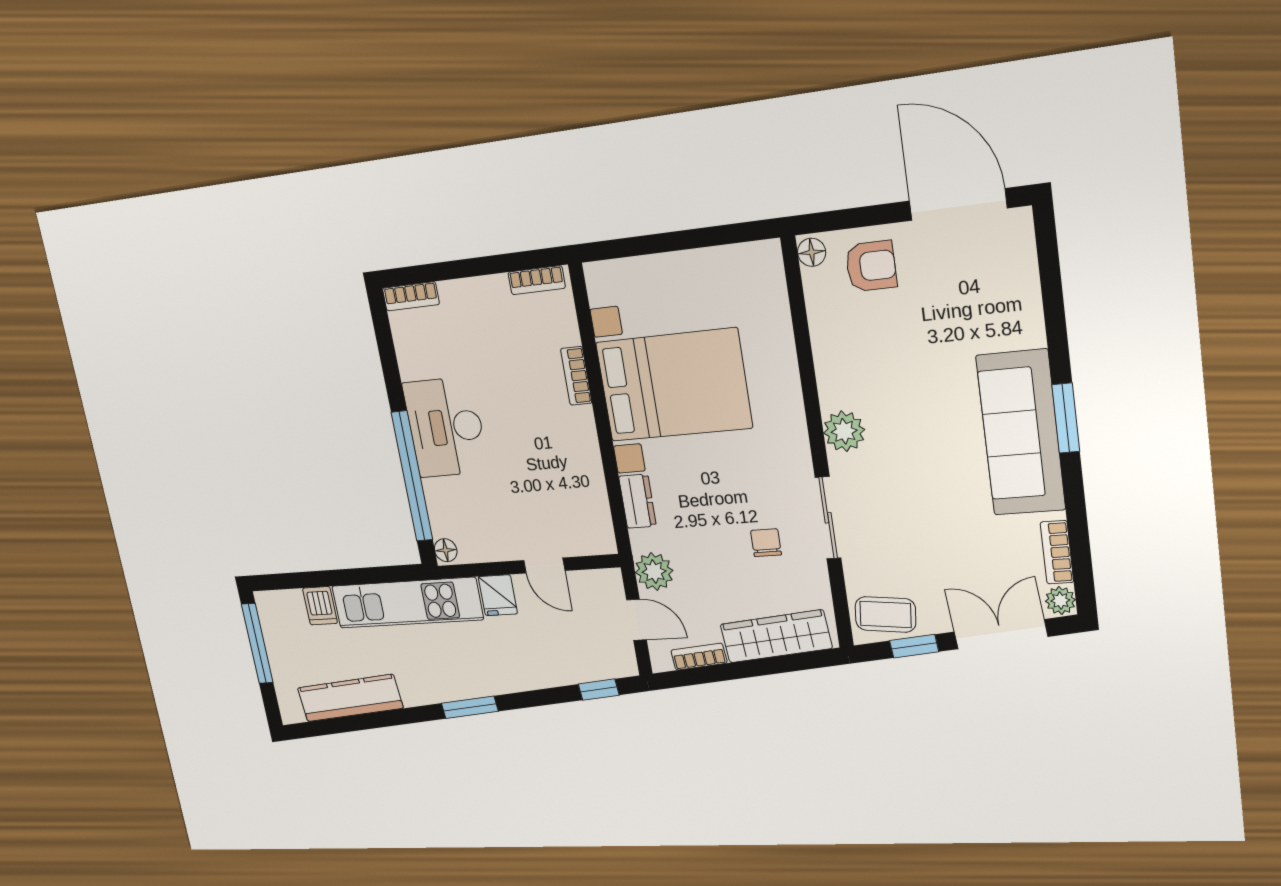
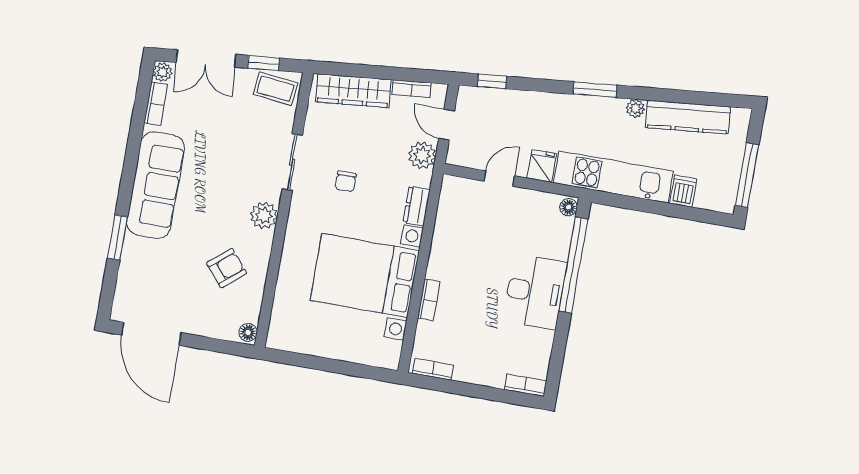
armchair: (871, 266) -> (227, 268), moved, turned 140
window: (1066, 418) -> (117, 237), moved
chair: (766, 543) -> (346, 181), moved
door: (544, 566) -> (499, 178), hinge flipped
plant: (414, 695) -> (635, 108), added

